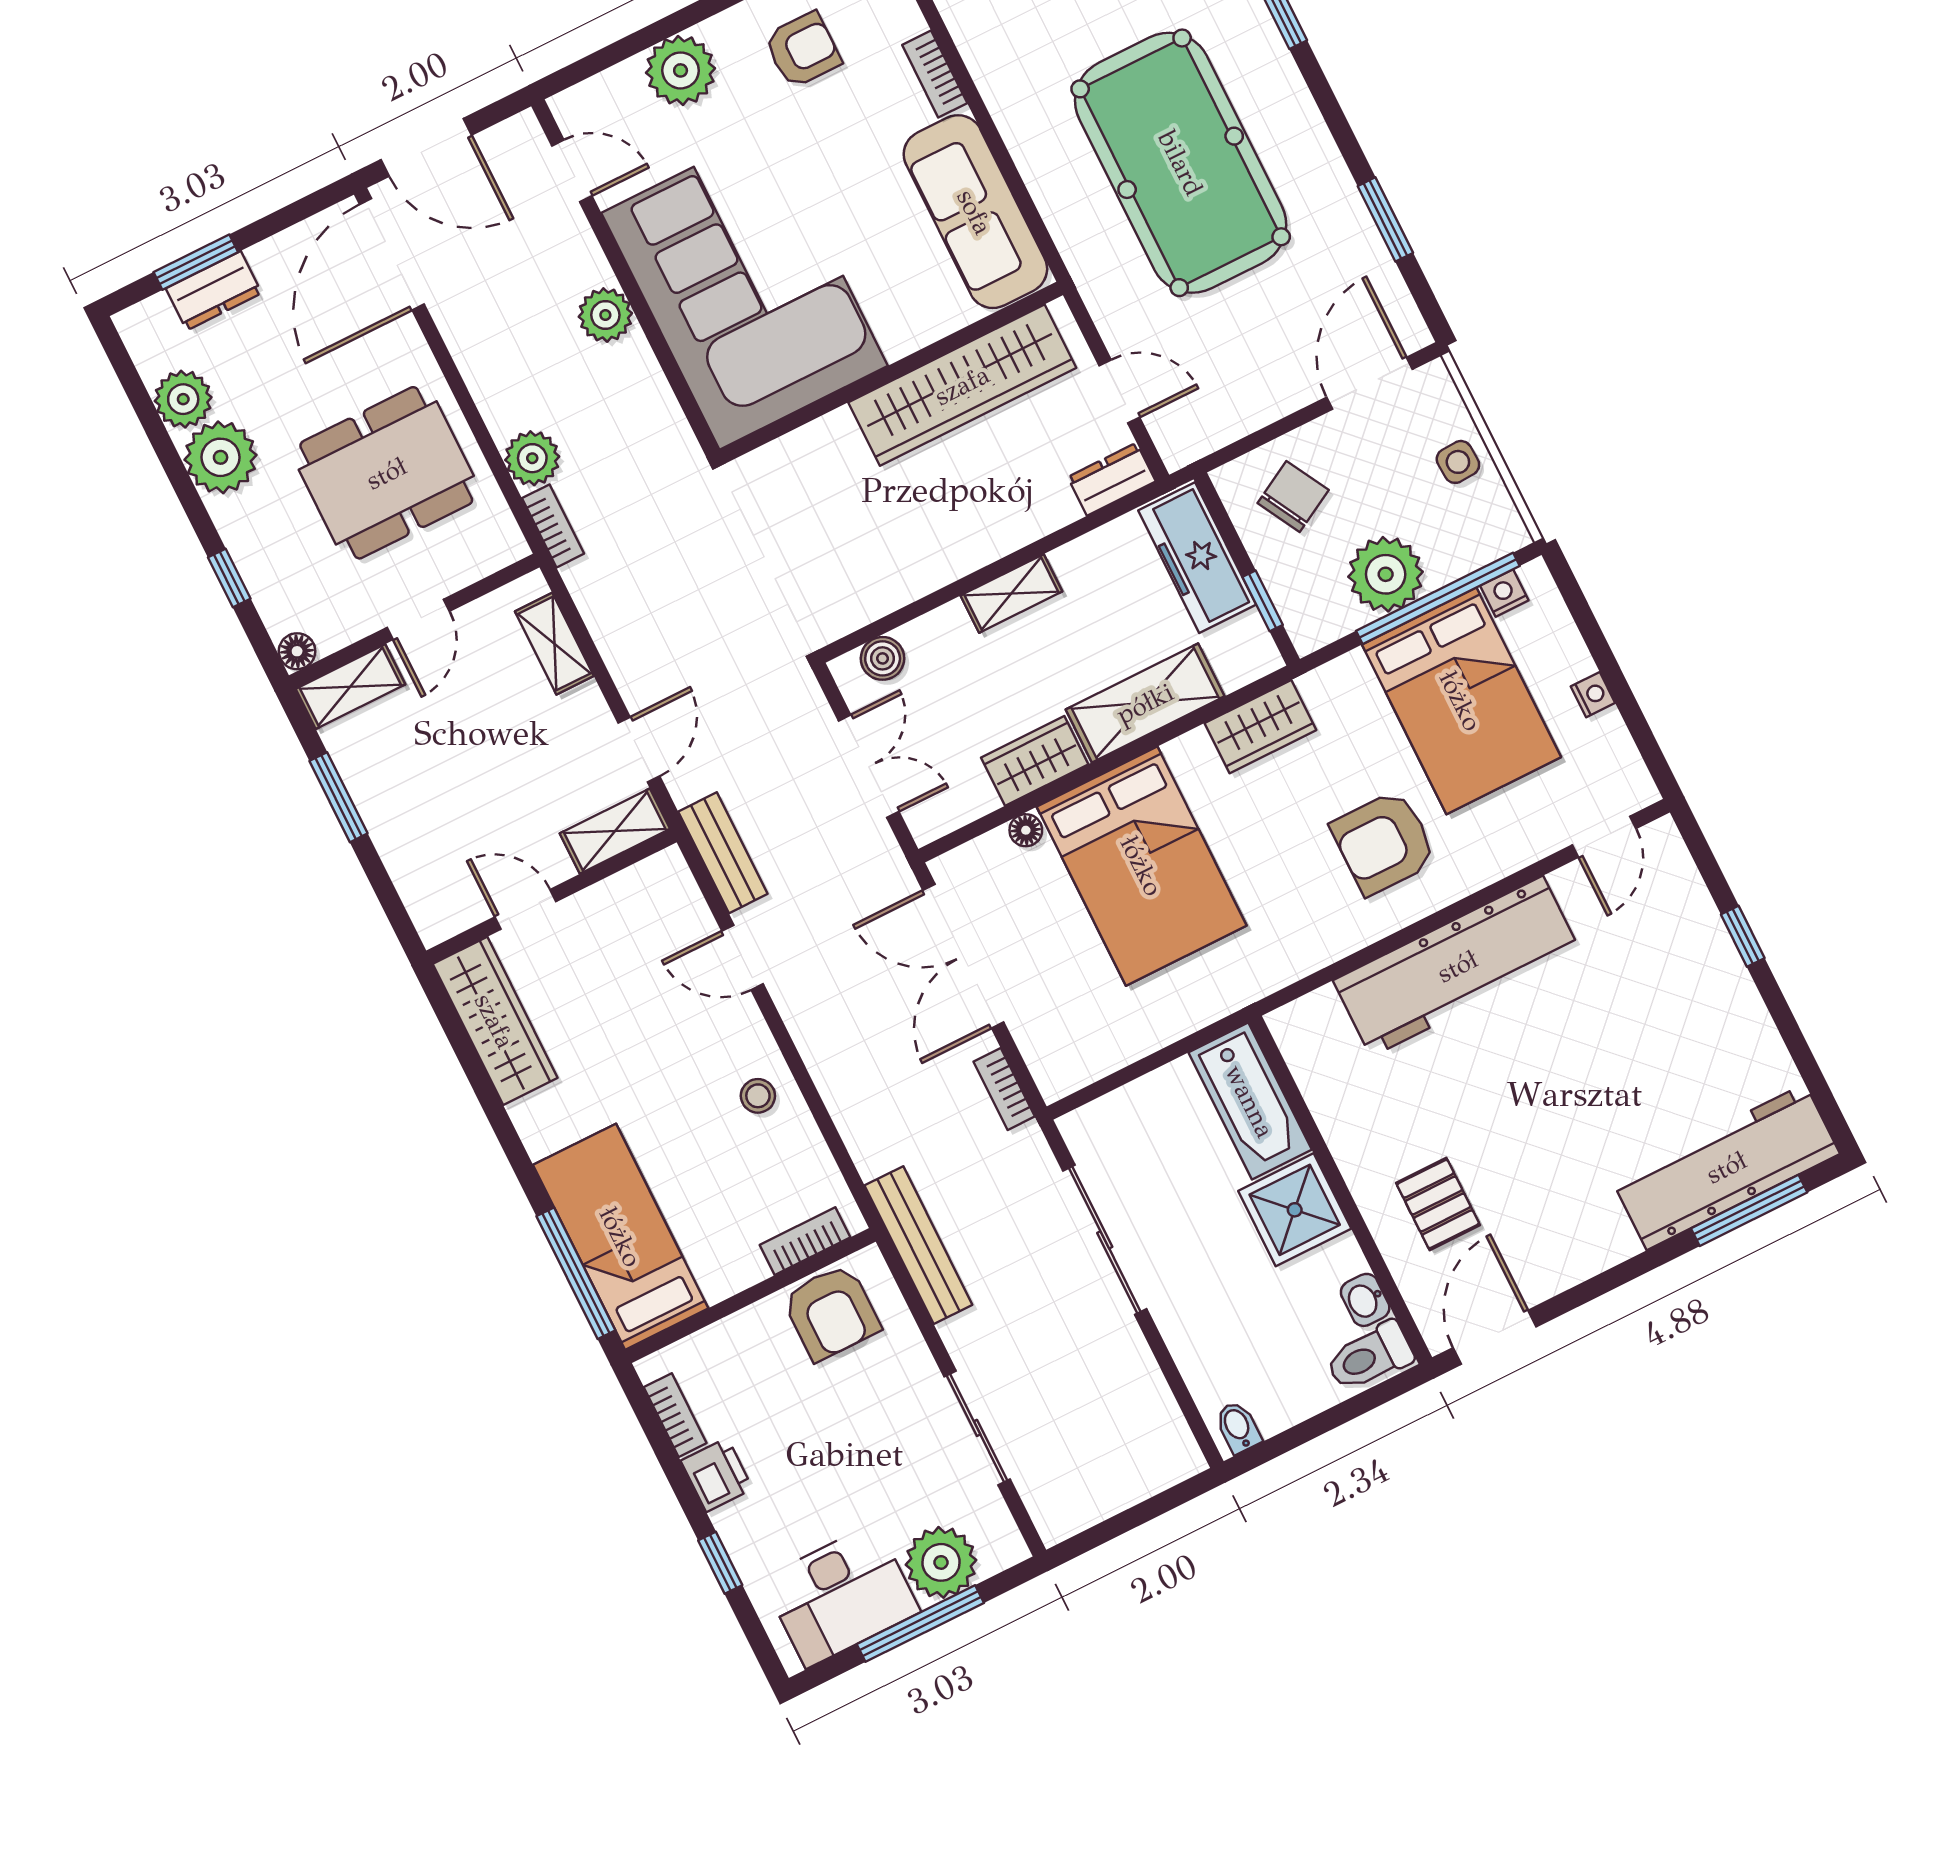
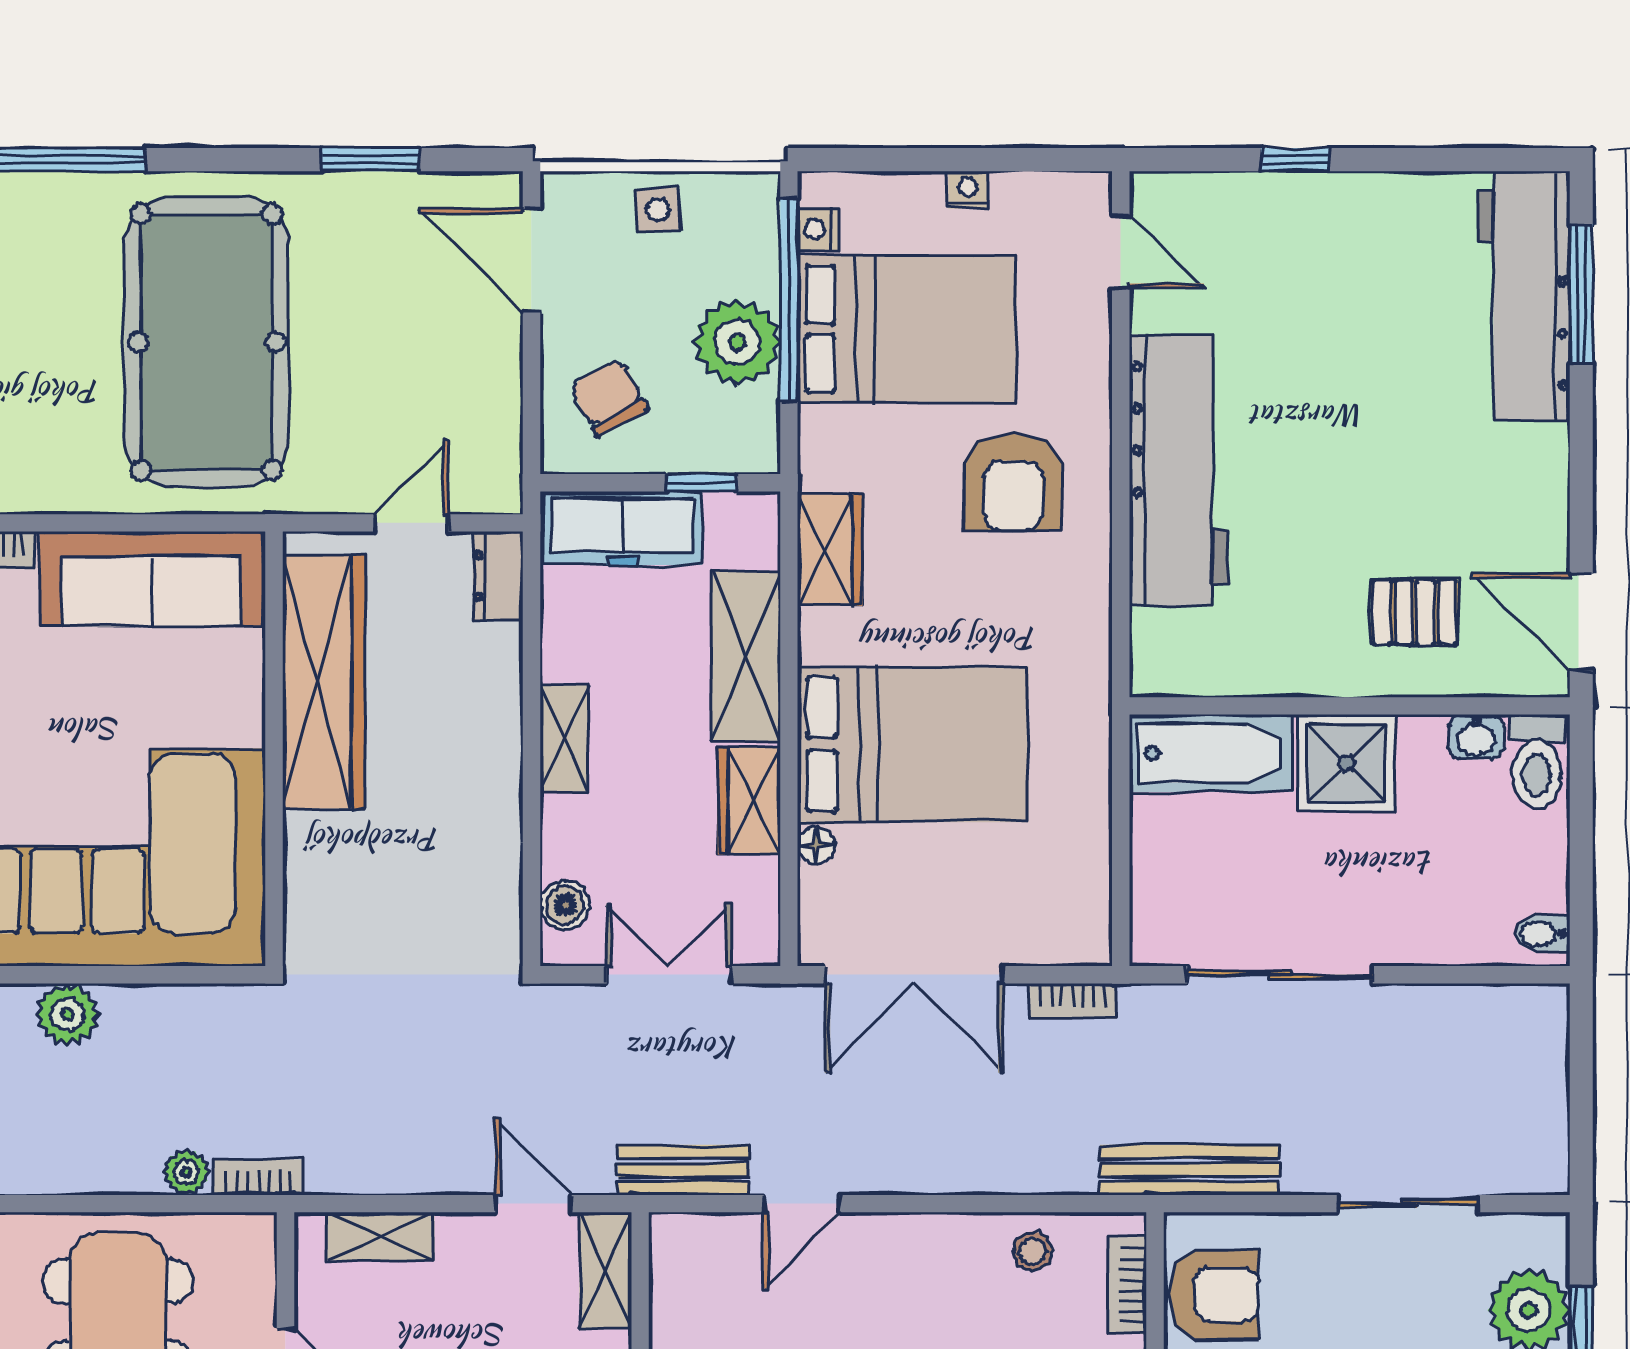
pool table: (1181, 163) -> (207, 342), turned 90
plant: (532, 458) -> (186, 1172), width x0.73, depth x0.73
stool: (758, 1096) -> (1033, 1251), moved

